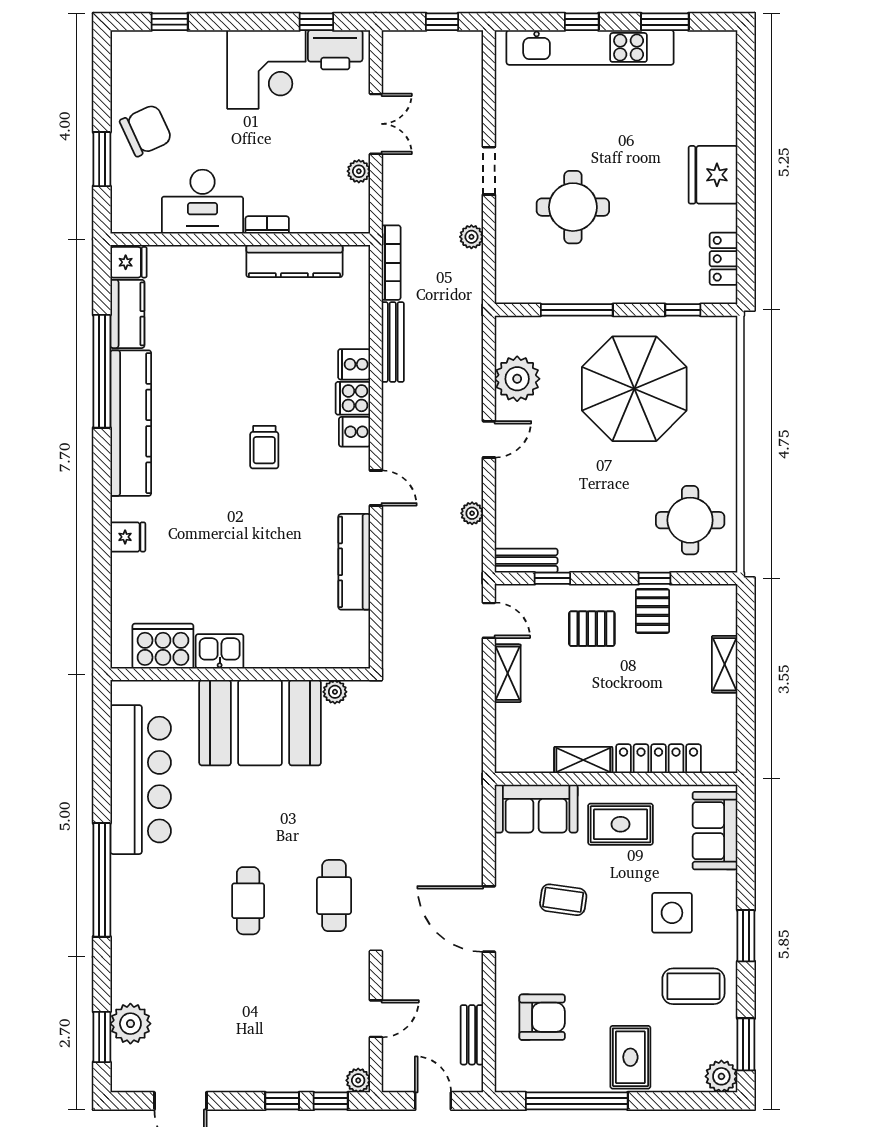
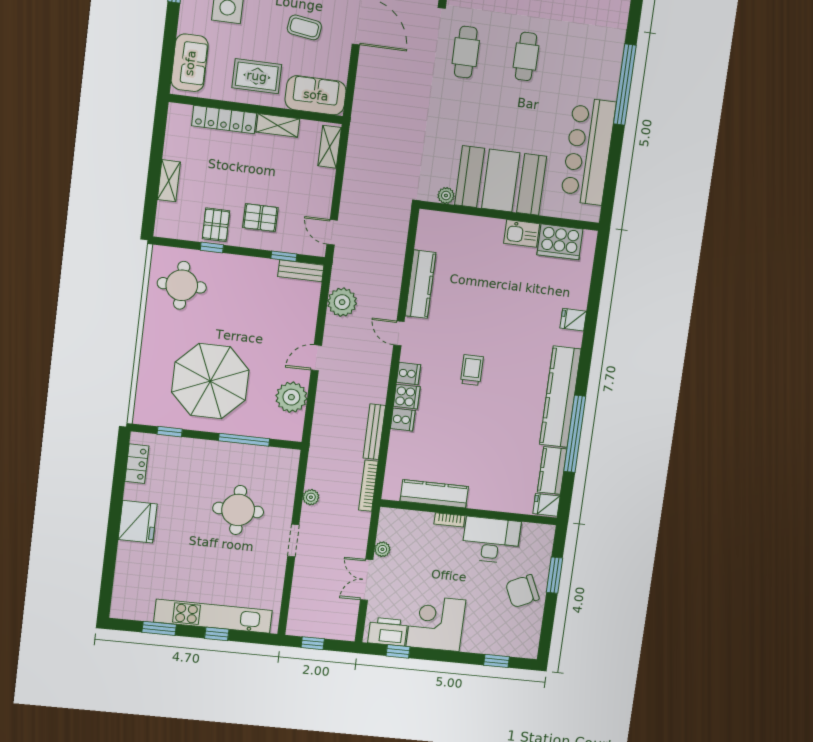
plant: (472, 513) -> (342, 302), width x1.87, depth x1.87
shelving: (508, 673) -> (330, 147), moved

